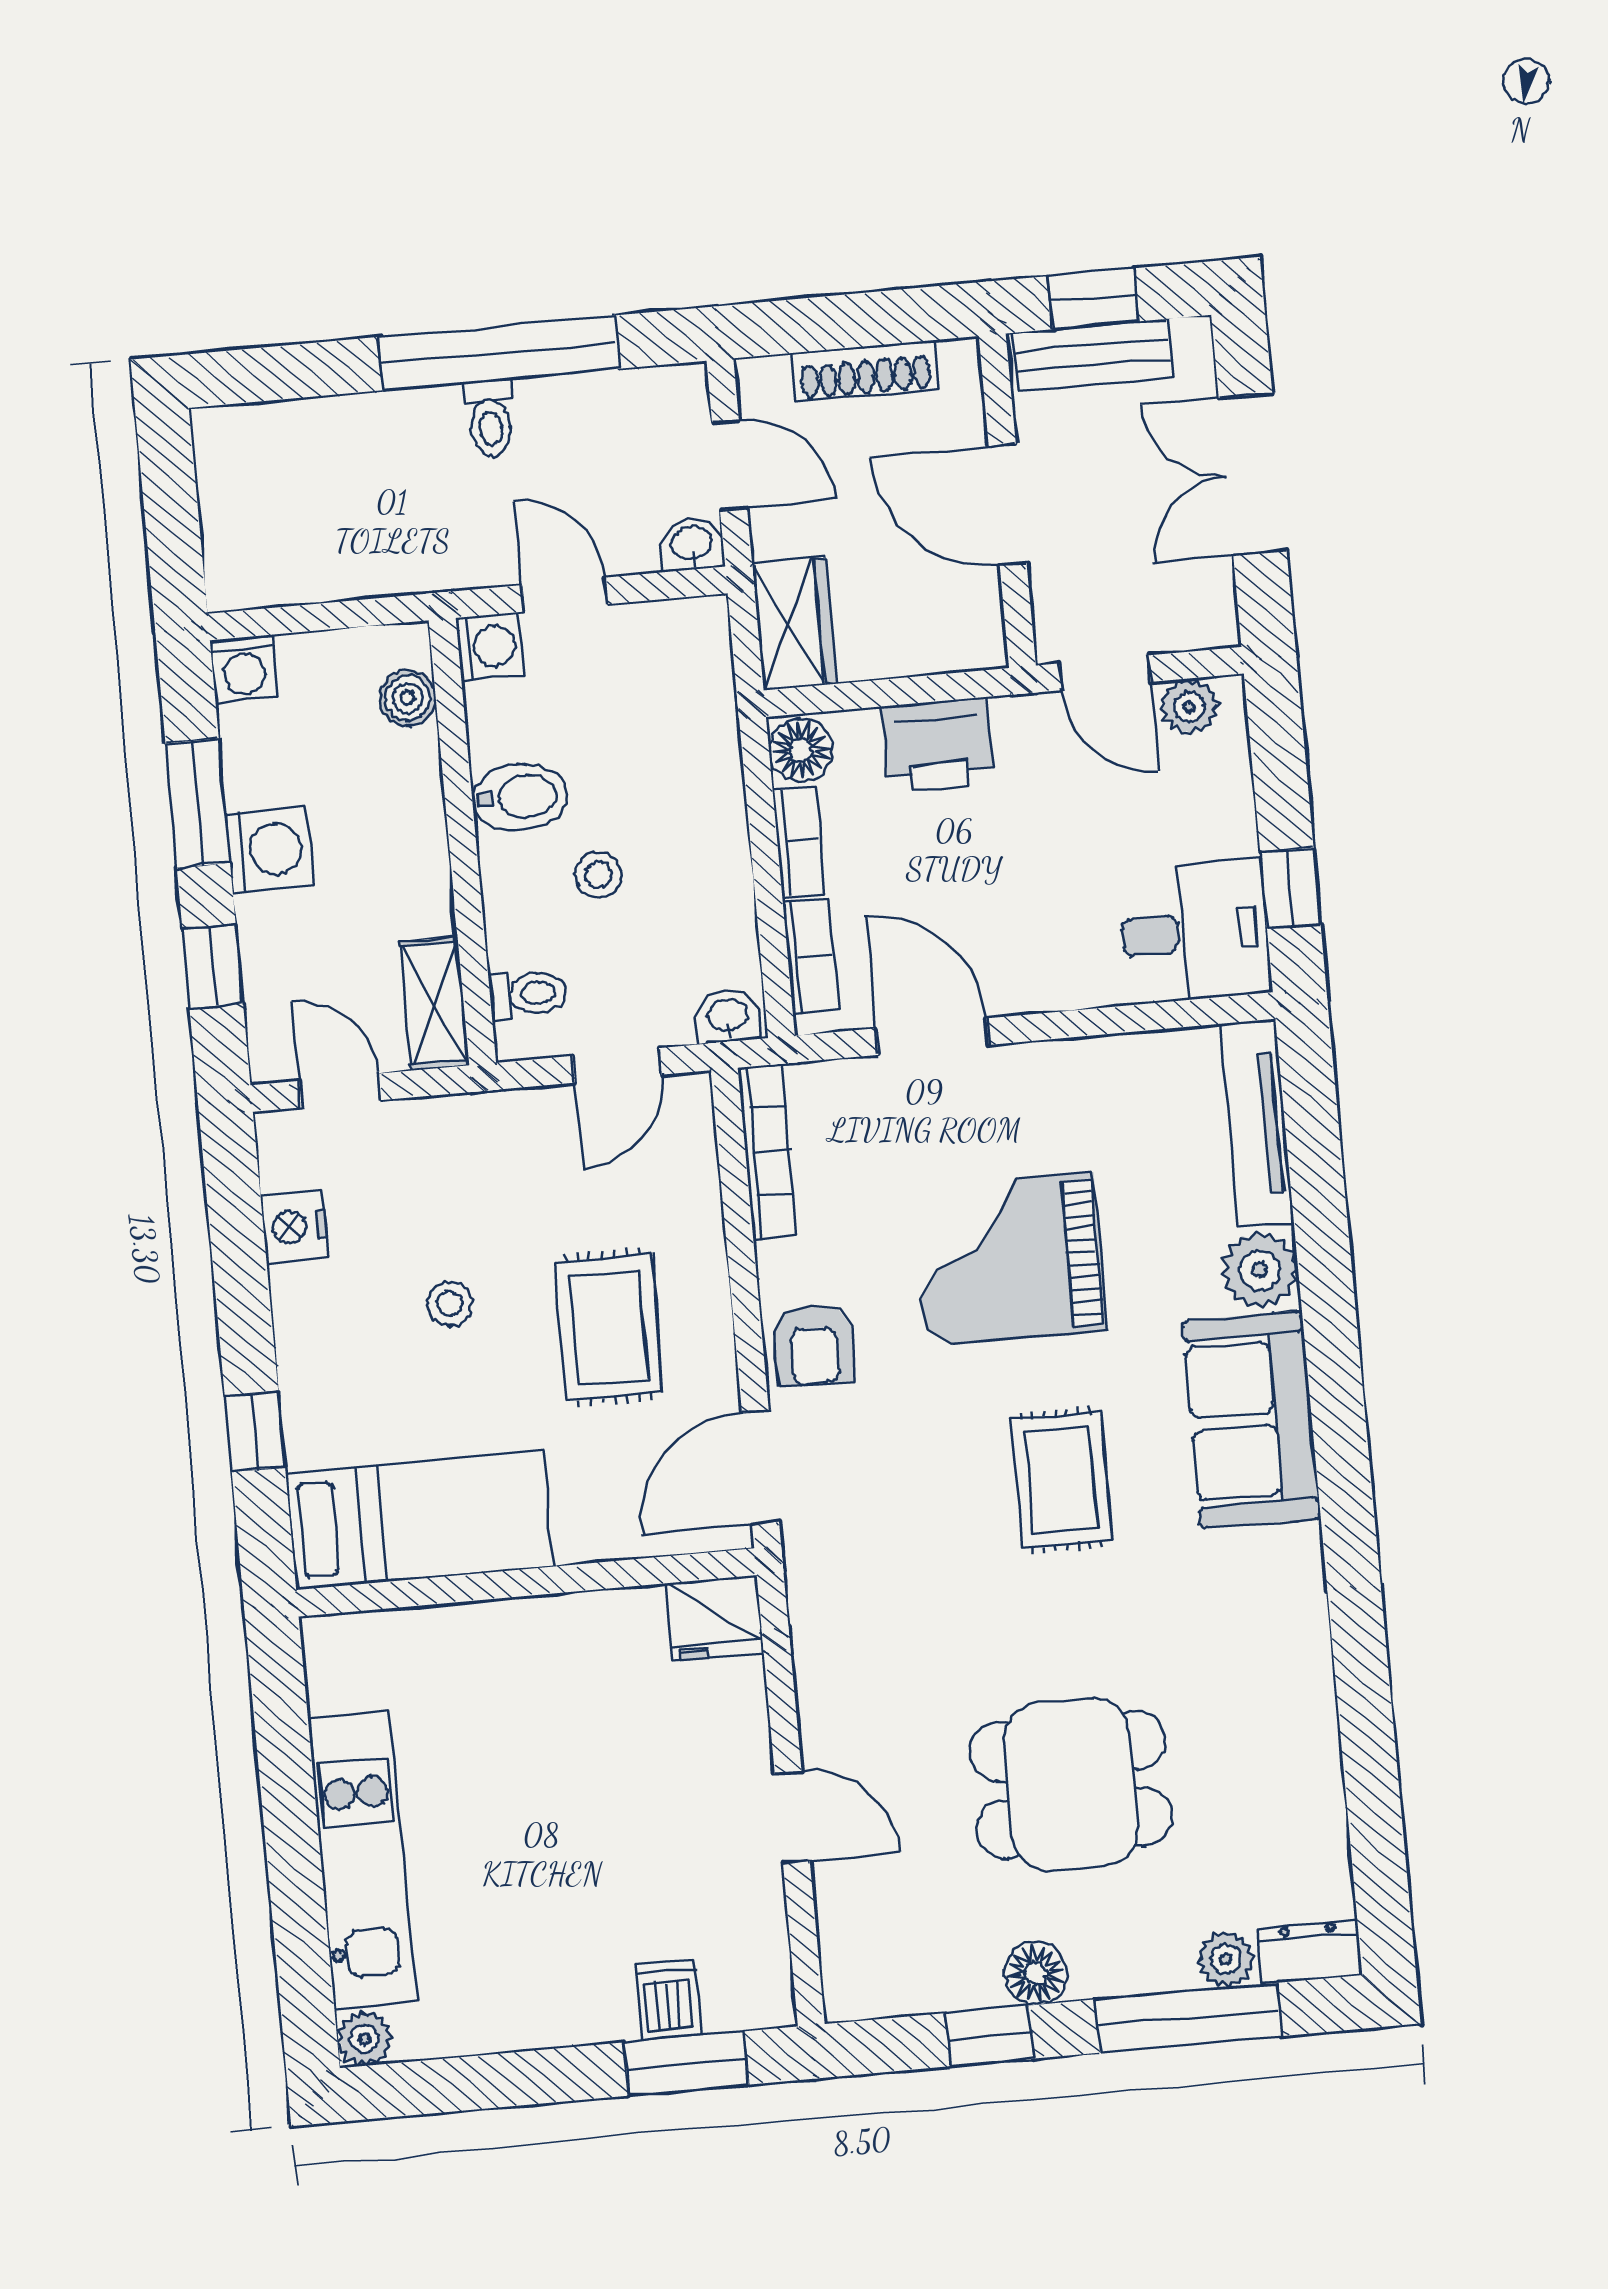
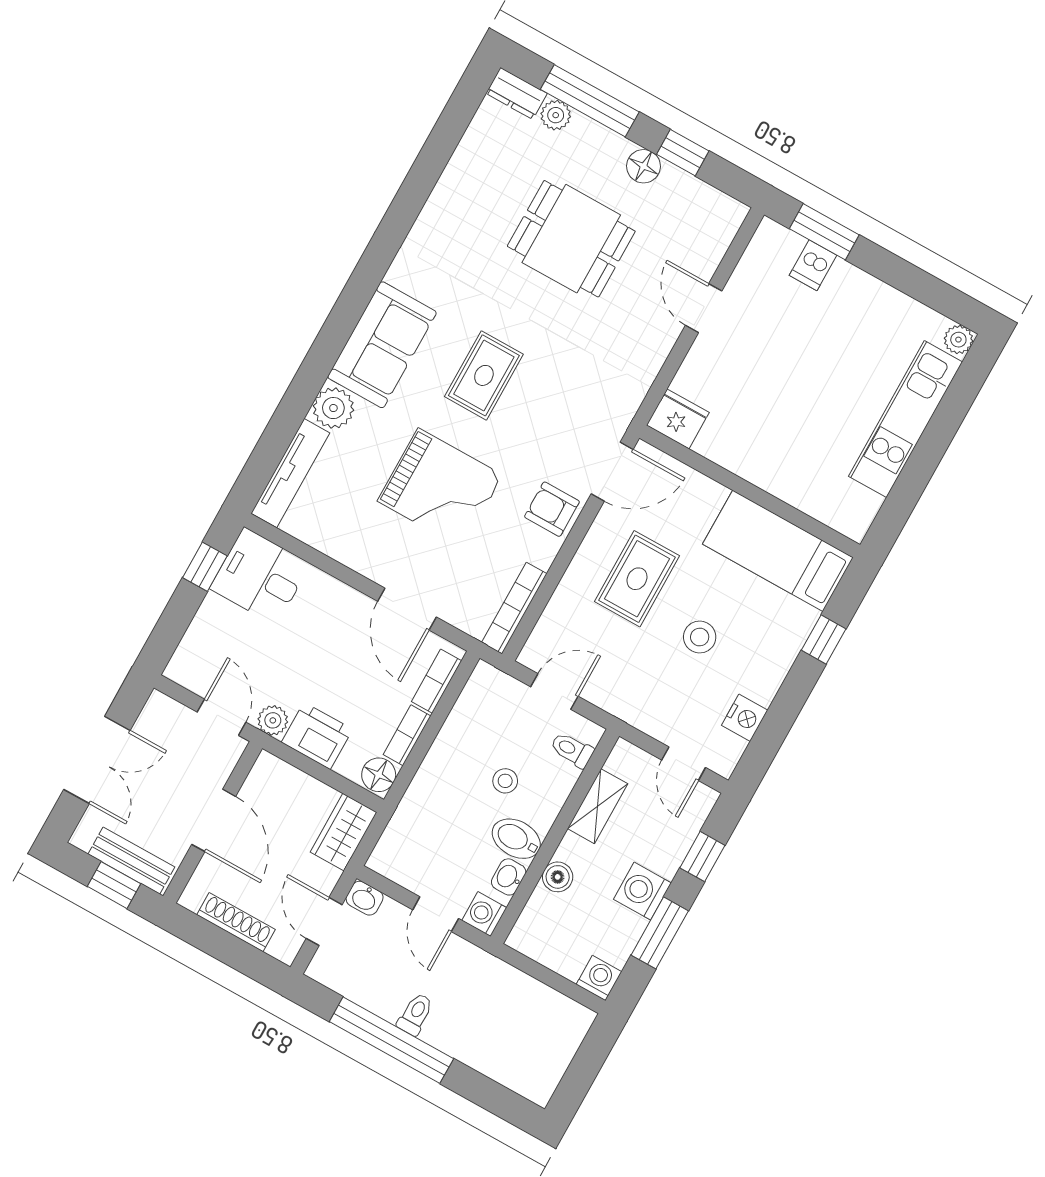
boiler: (408, 698) -> (558, 877), moved
plant: (1189, 707) -> (273, 720), moved
shelving: (435, 1004) -> (598, 806), moved
washbasin: (728, 1016) -> (509, 877), moved, turned 90
stool: (450, 1304) -> (700, 637), width x1.37, depth x1.37
armchair: (814, 1345) -> (552, 509), turned -91

